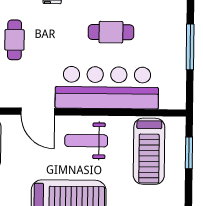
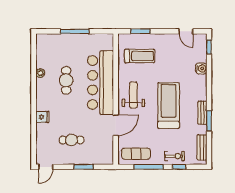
weight bench: (86, 141) -> (133, 95), turned 180
treadmill: (149, 151) -> (140, 56), width x0.73, depth x0.73

